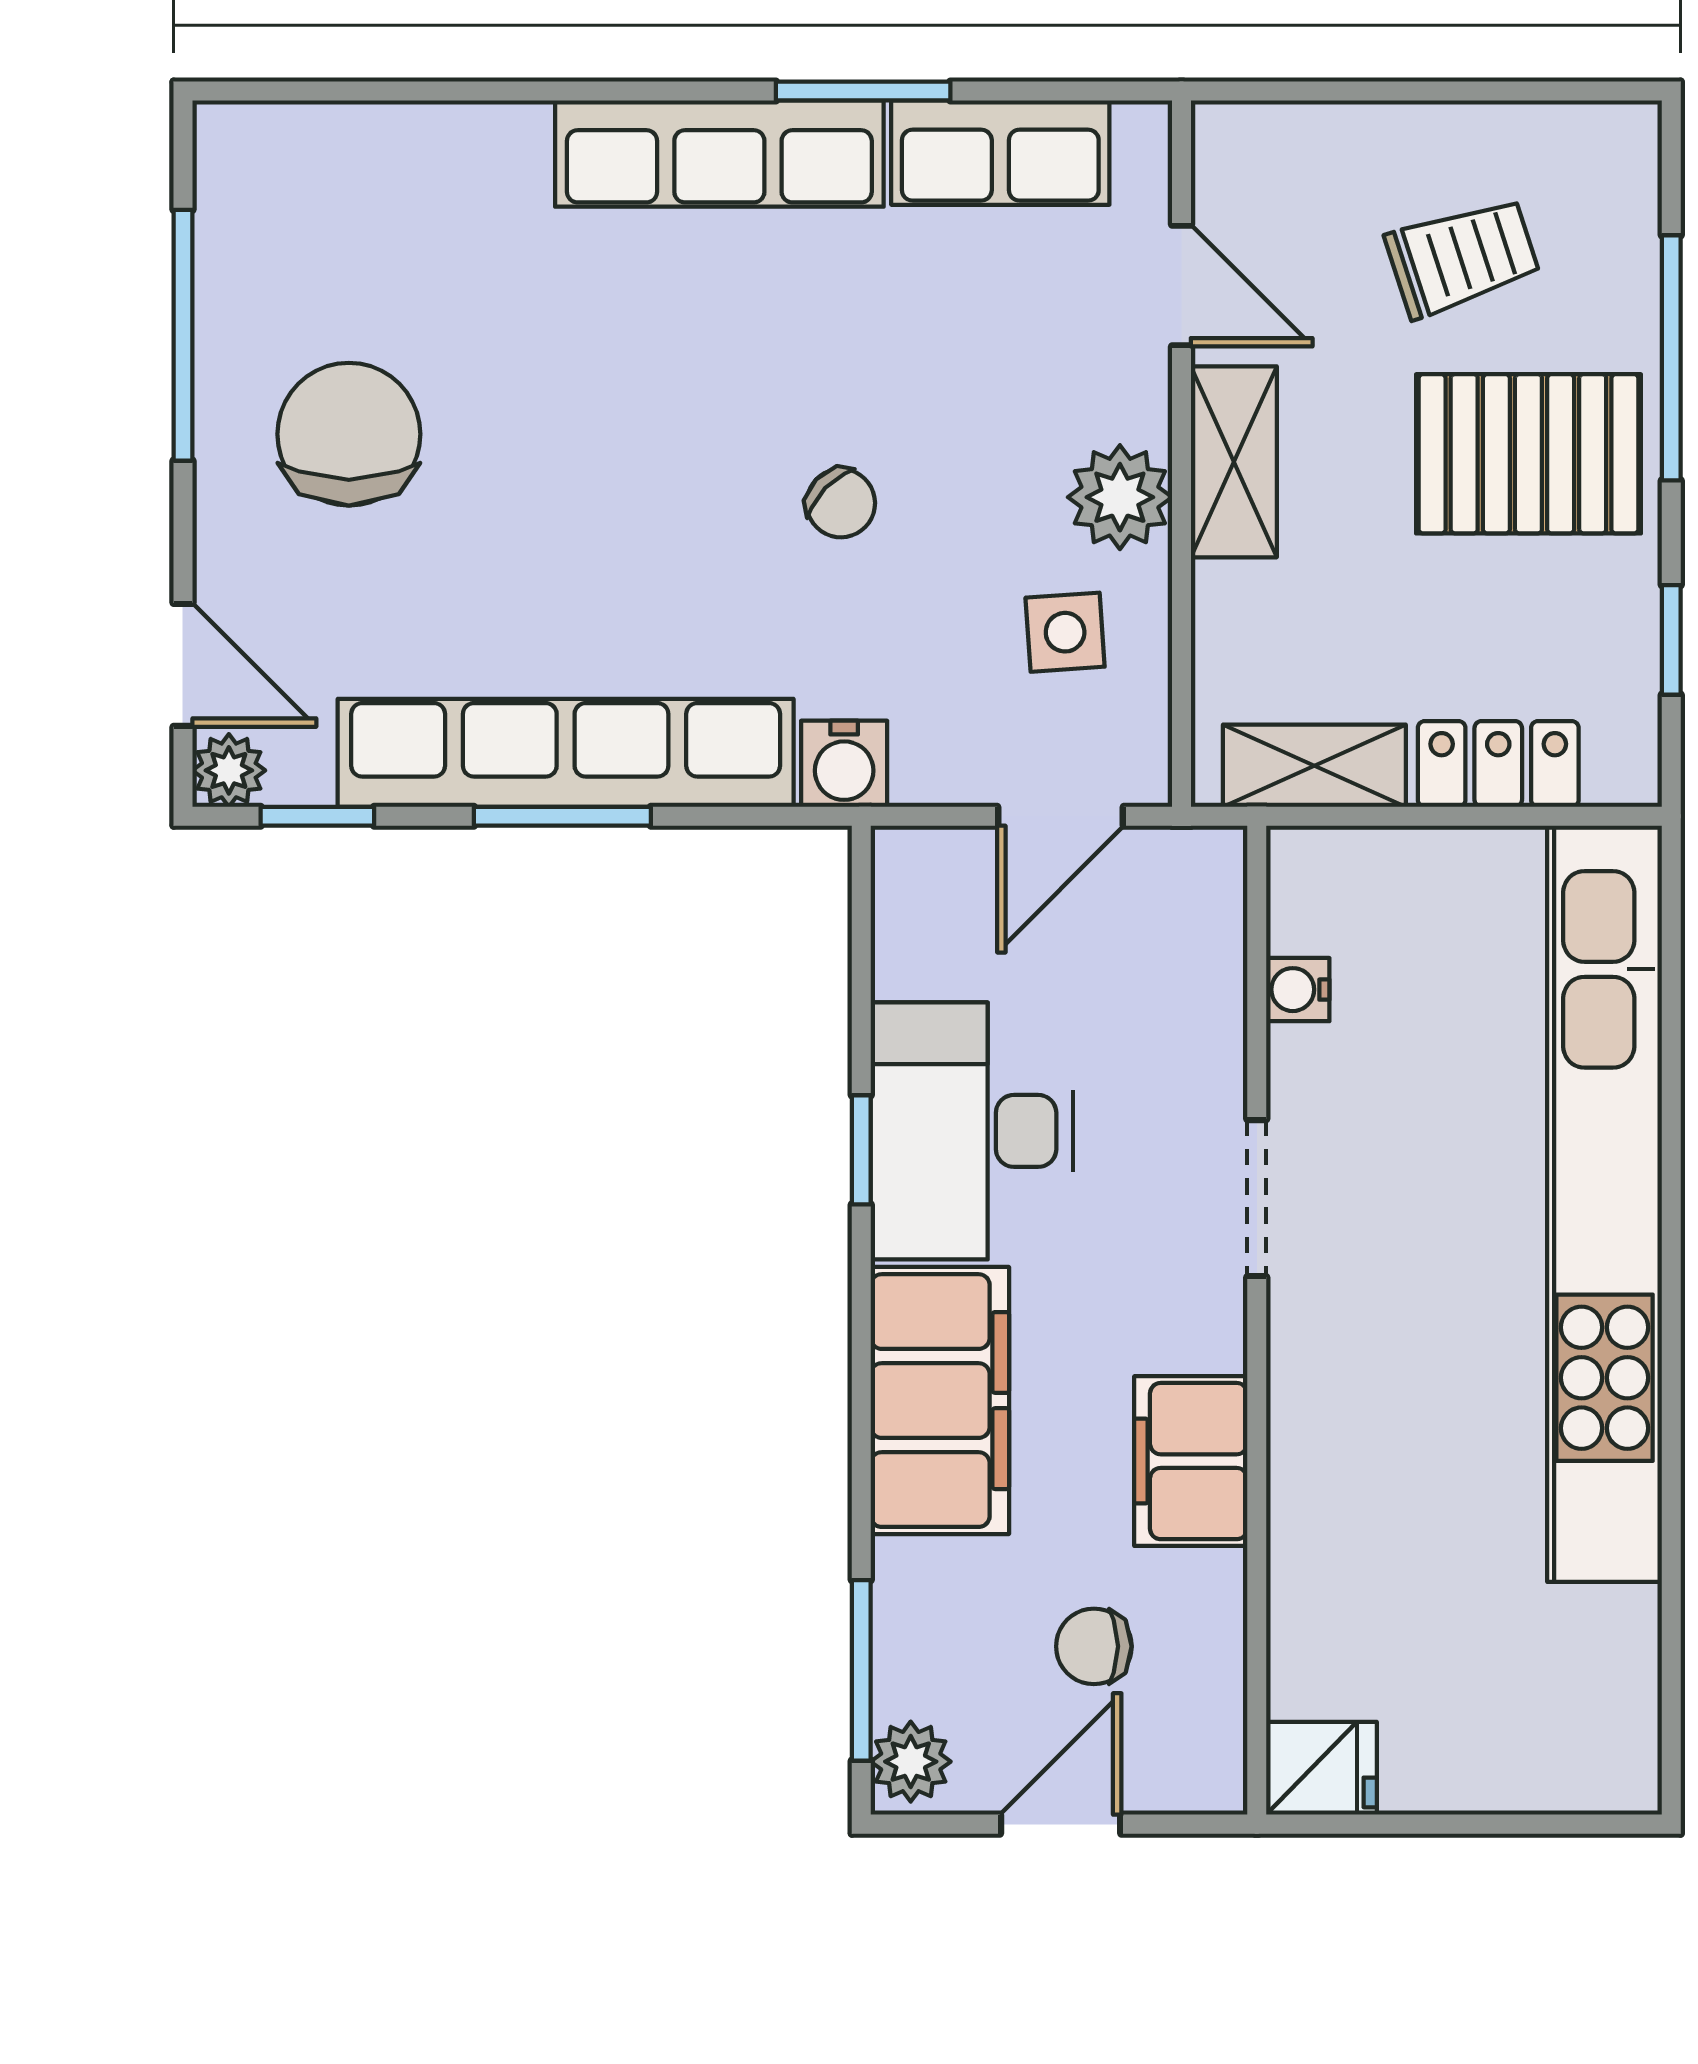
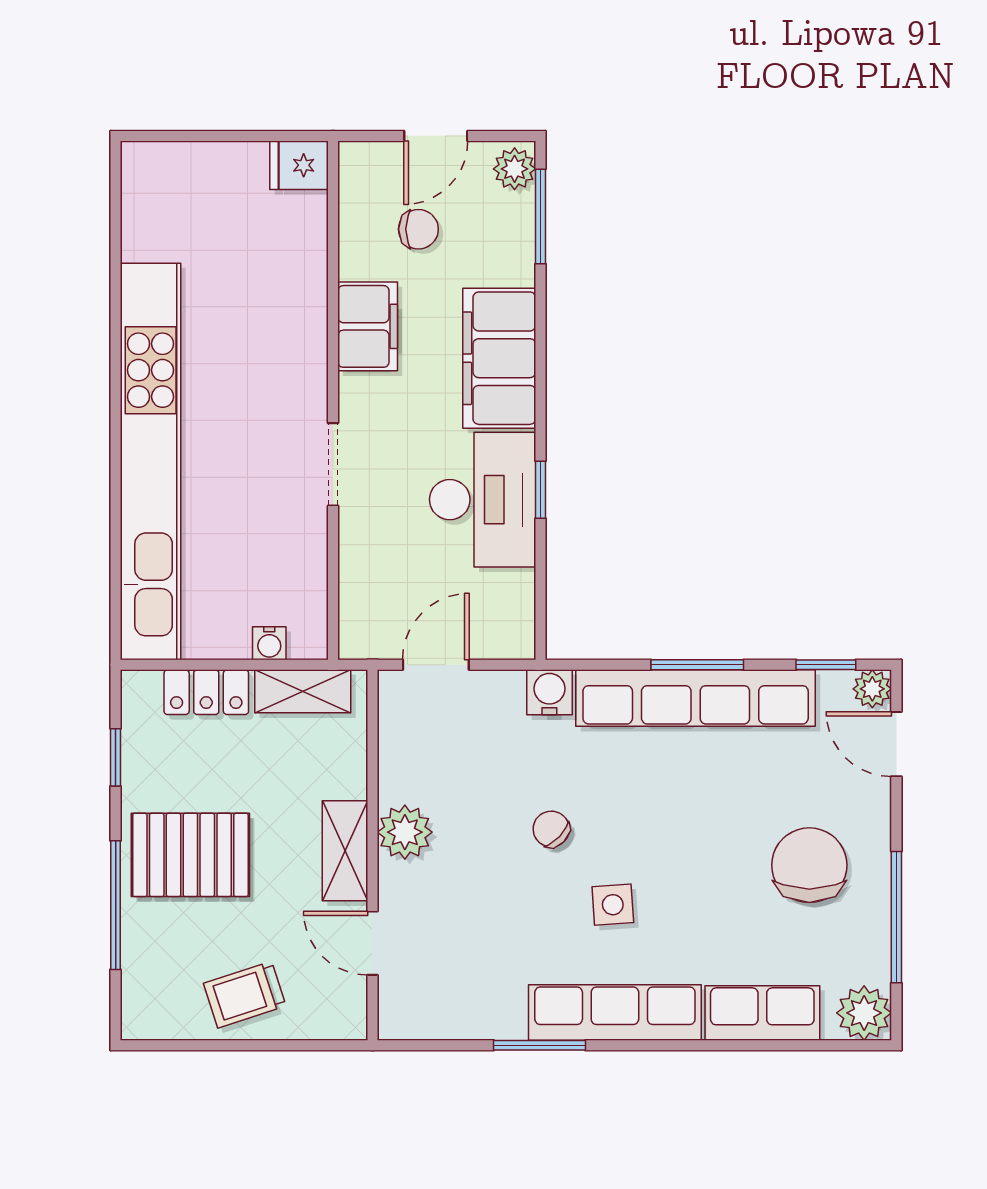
plant: (245, 152) -> (864, 1013), added
row of seats: (1000, 153) -> (762, 1013), moved
trolley: (1462, 257) -> (245, 995), moved
chair: (349, 434) -> (809, 865), turned 180
side table: (1065, 632) -> (613, 905), moved
water cooler: (1298, 990) -> (269, 643), moved, turned 90

